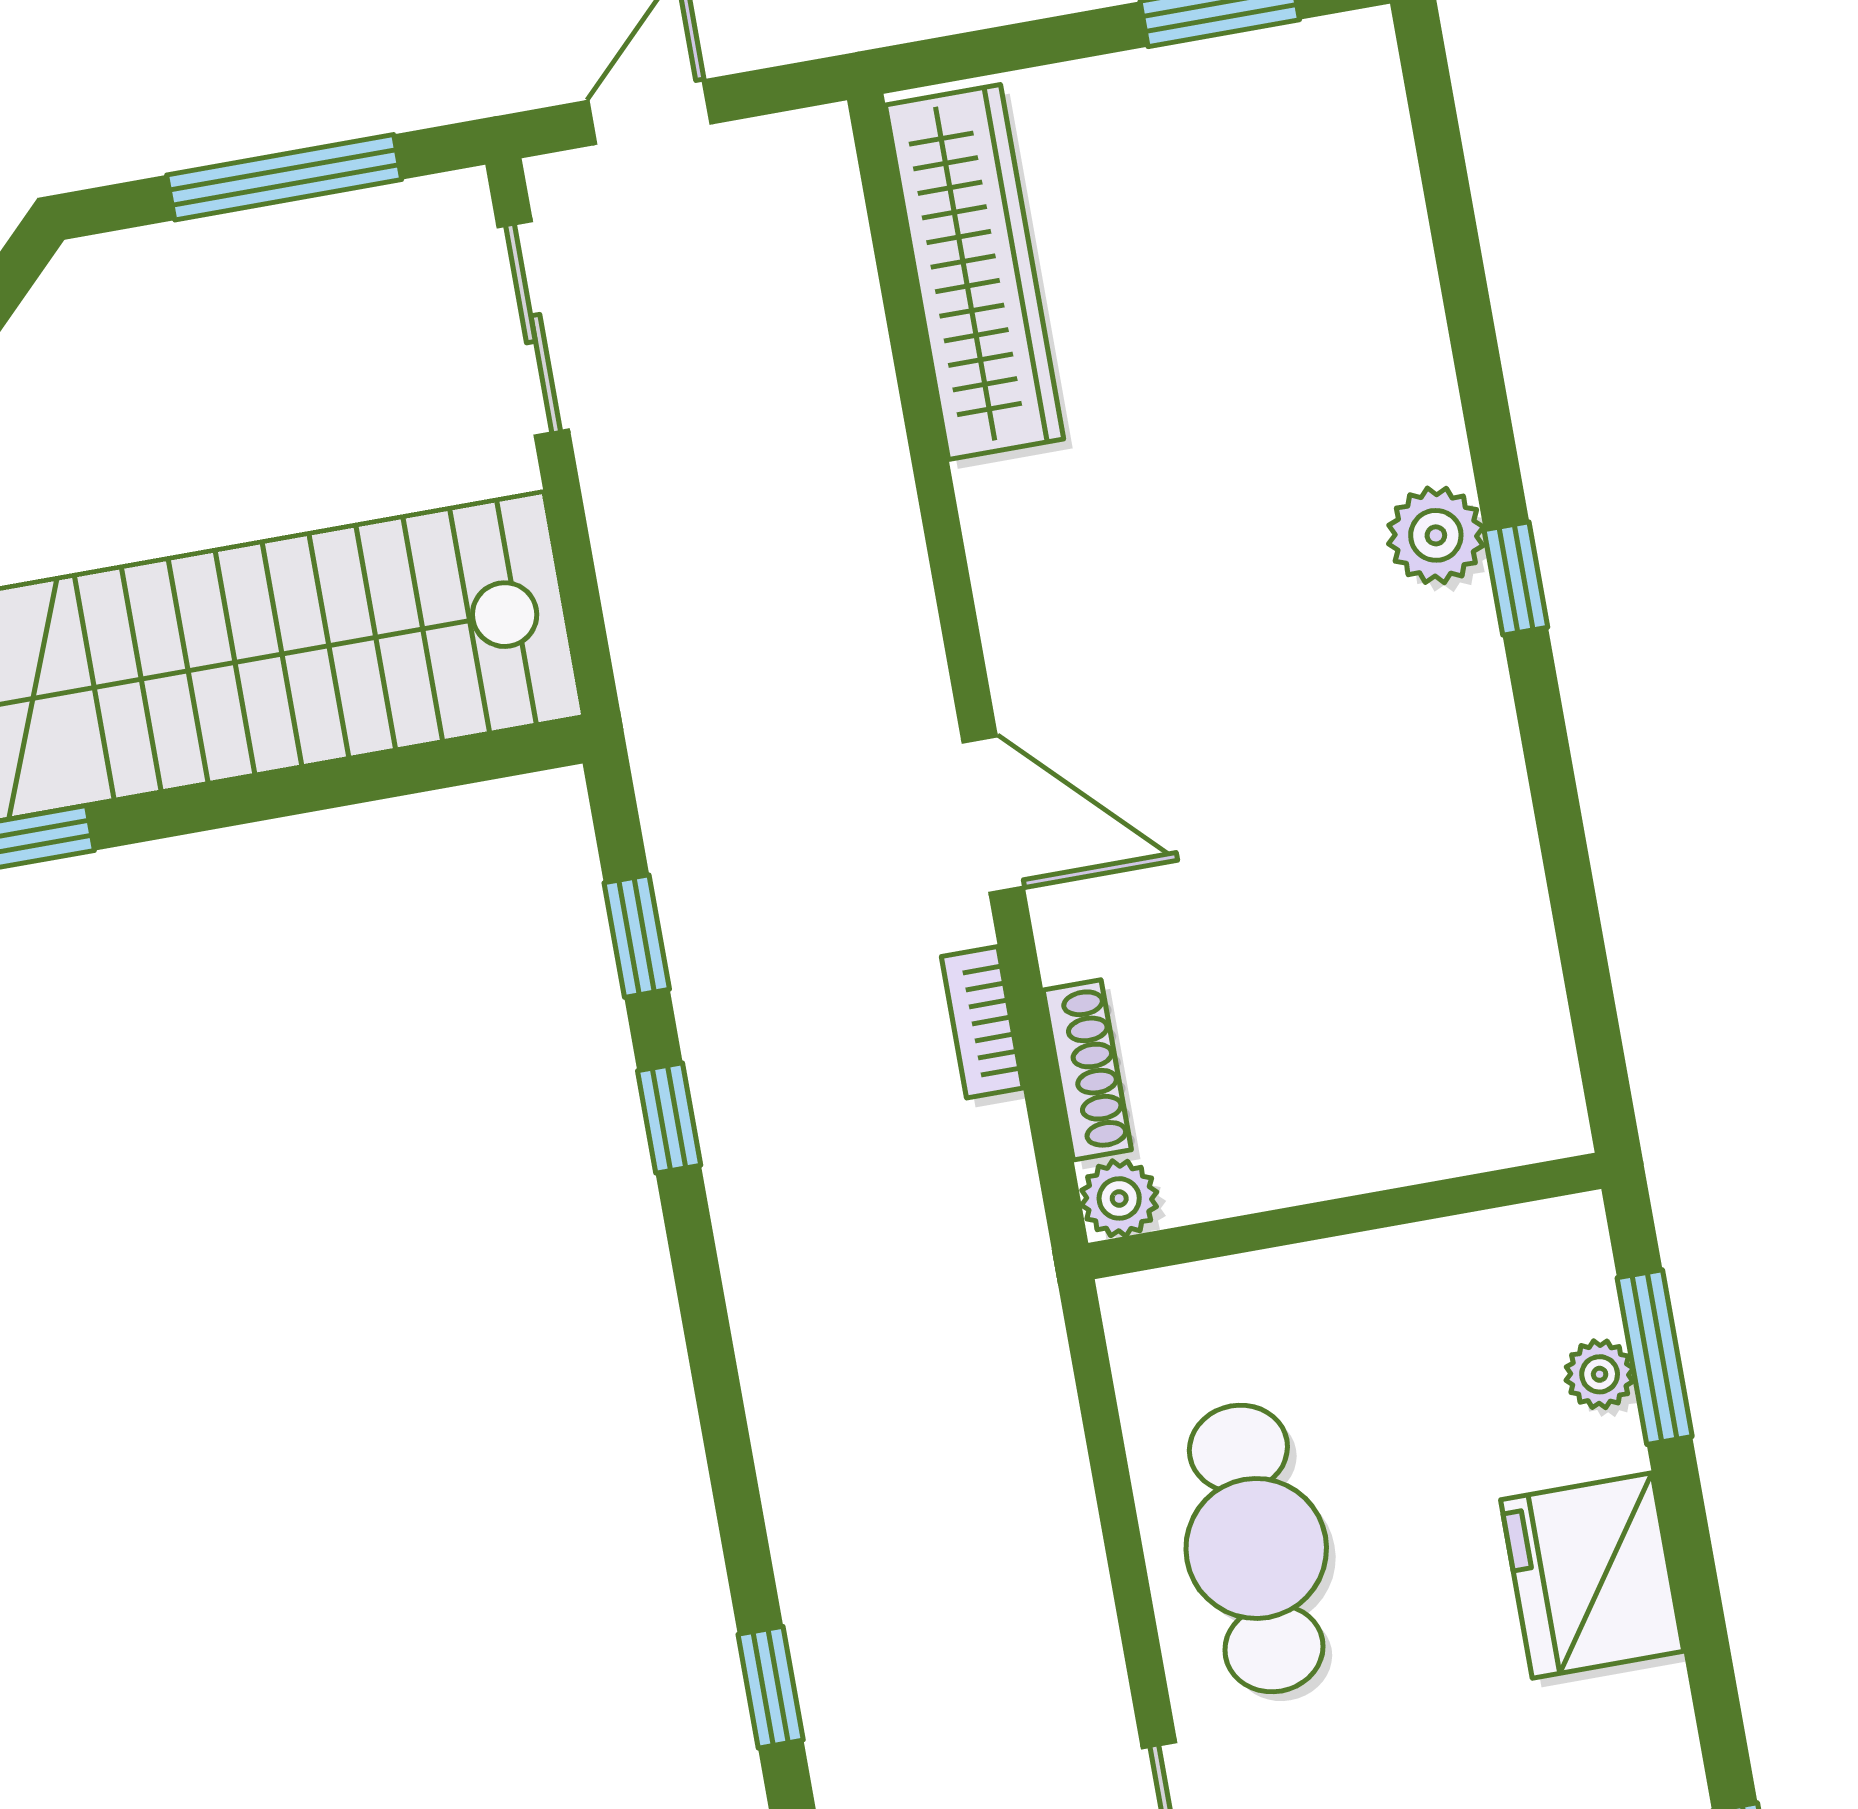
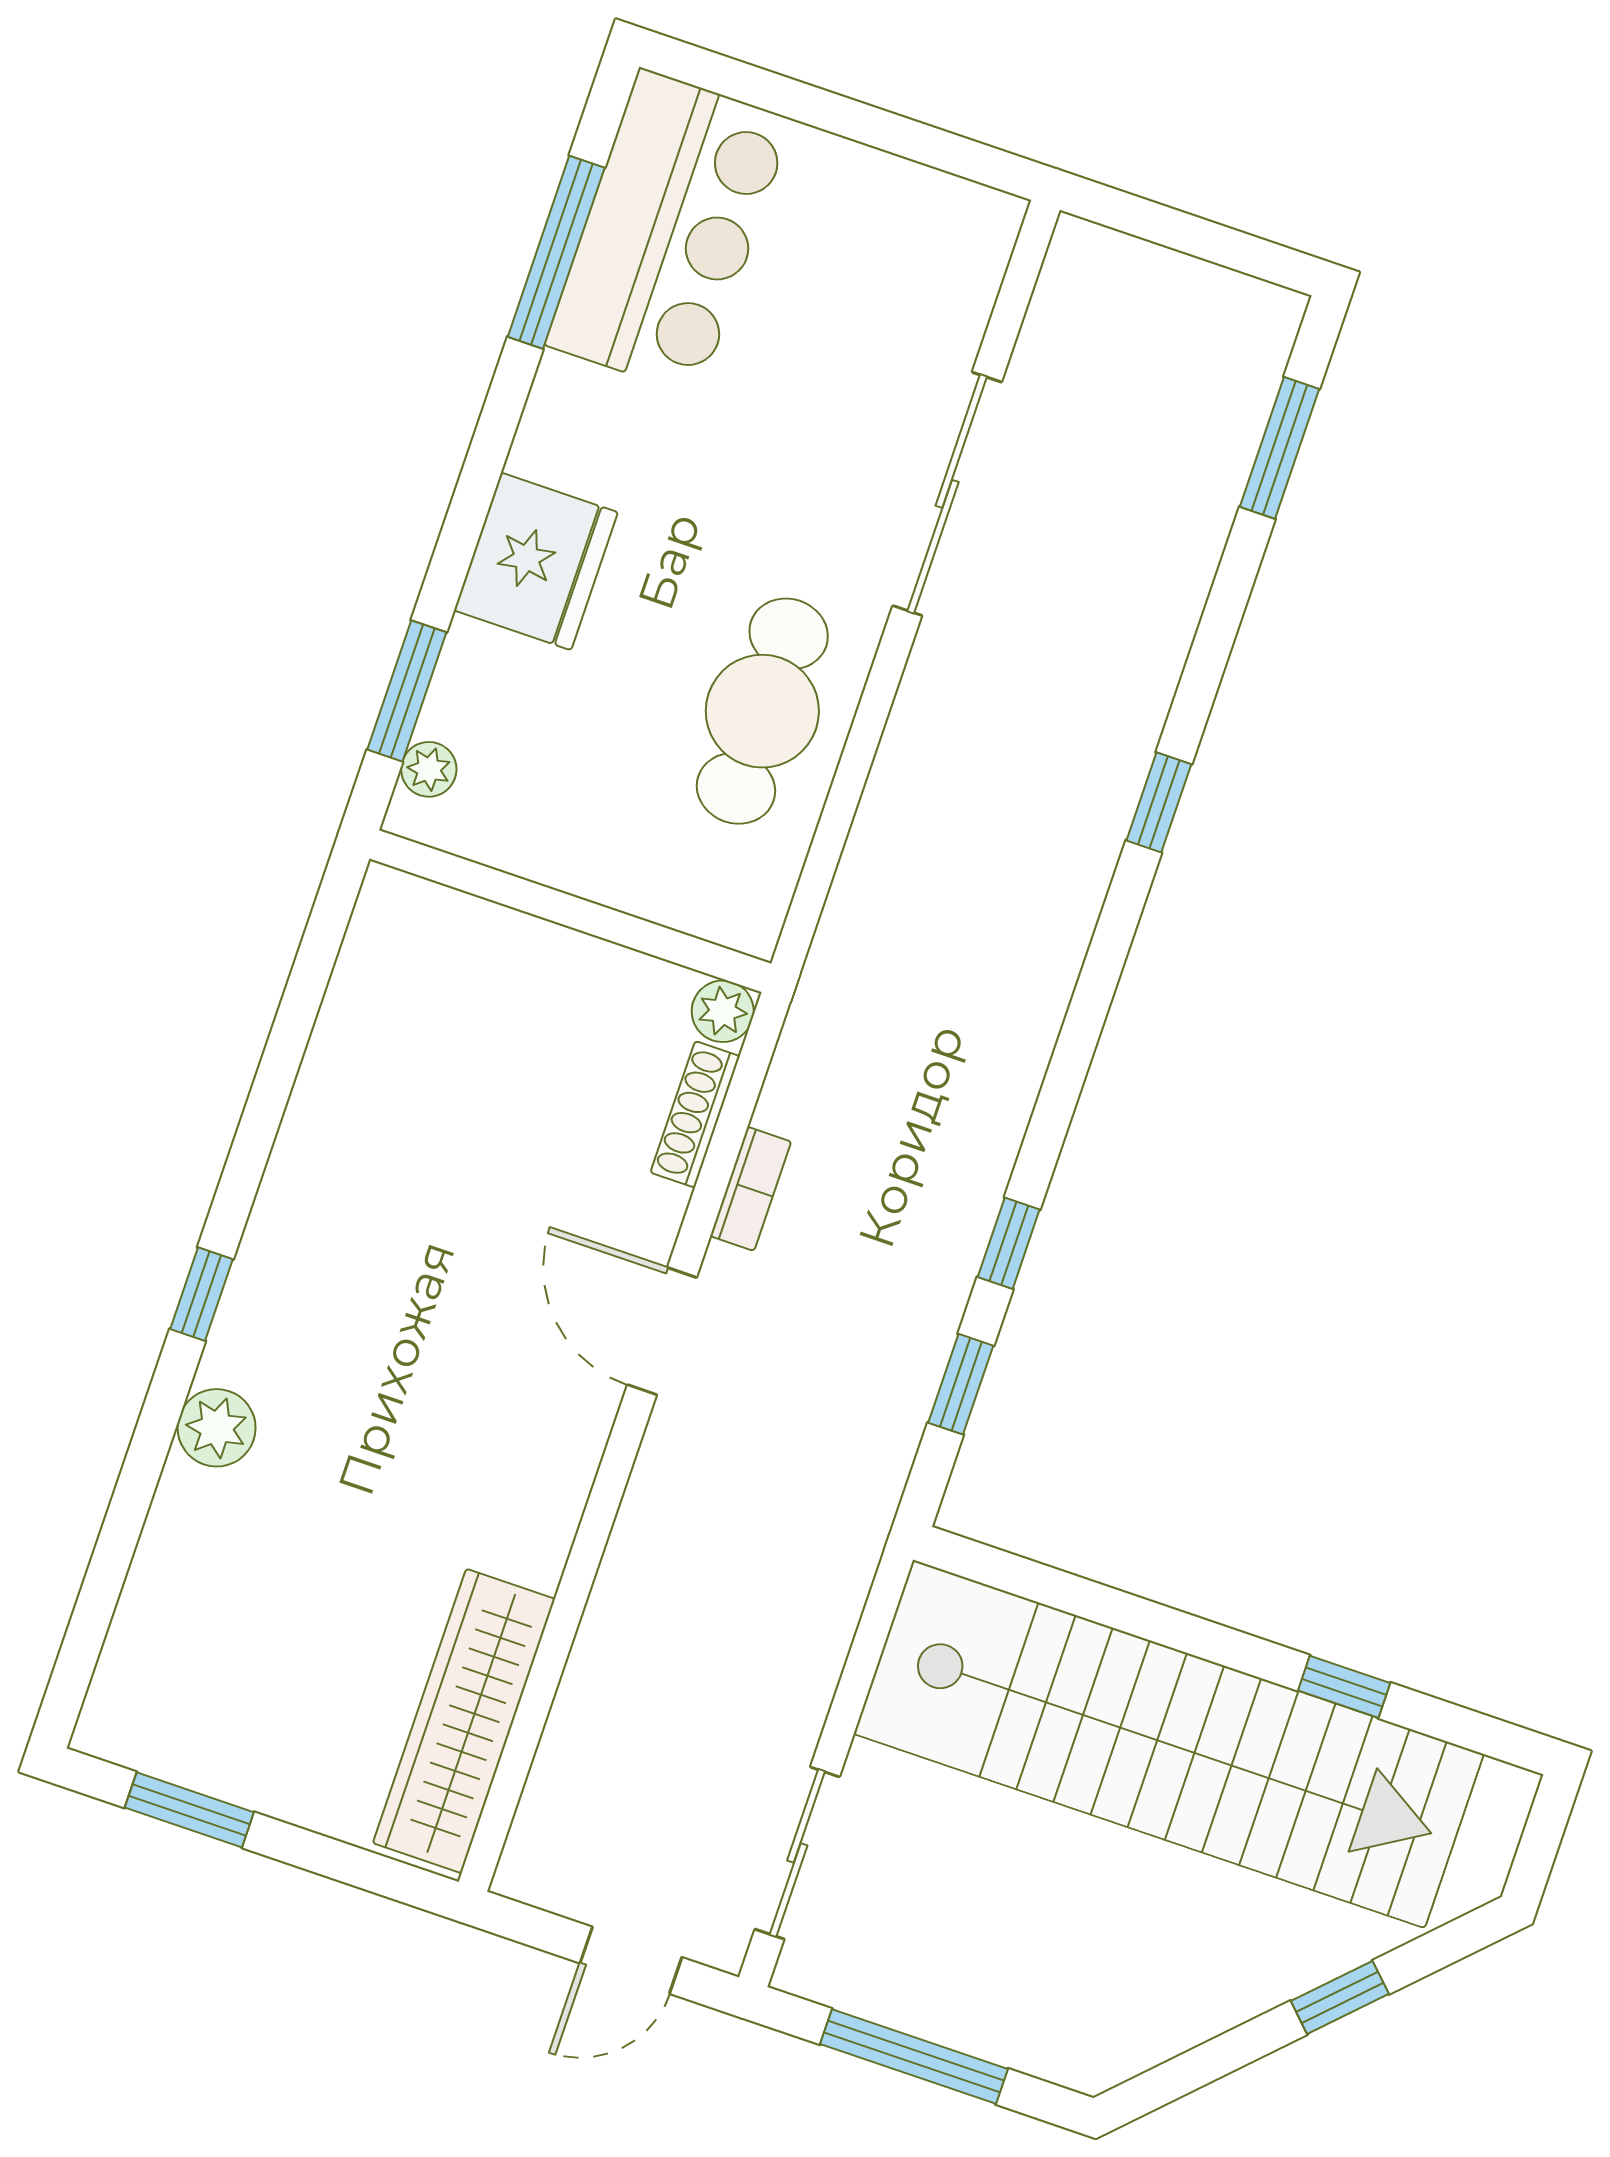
plant: (1436, 535) -> (217, 1428), moved
plant: (1600, 1374) -> (429, 769), moved

